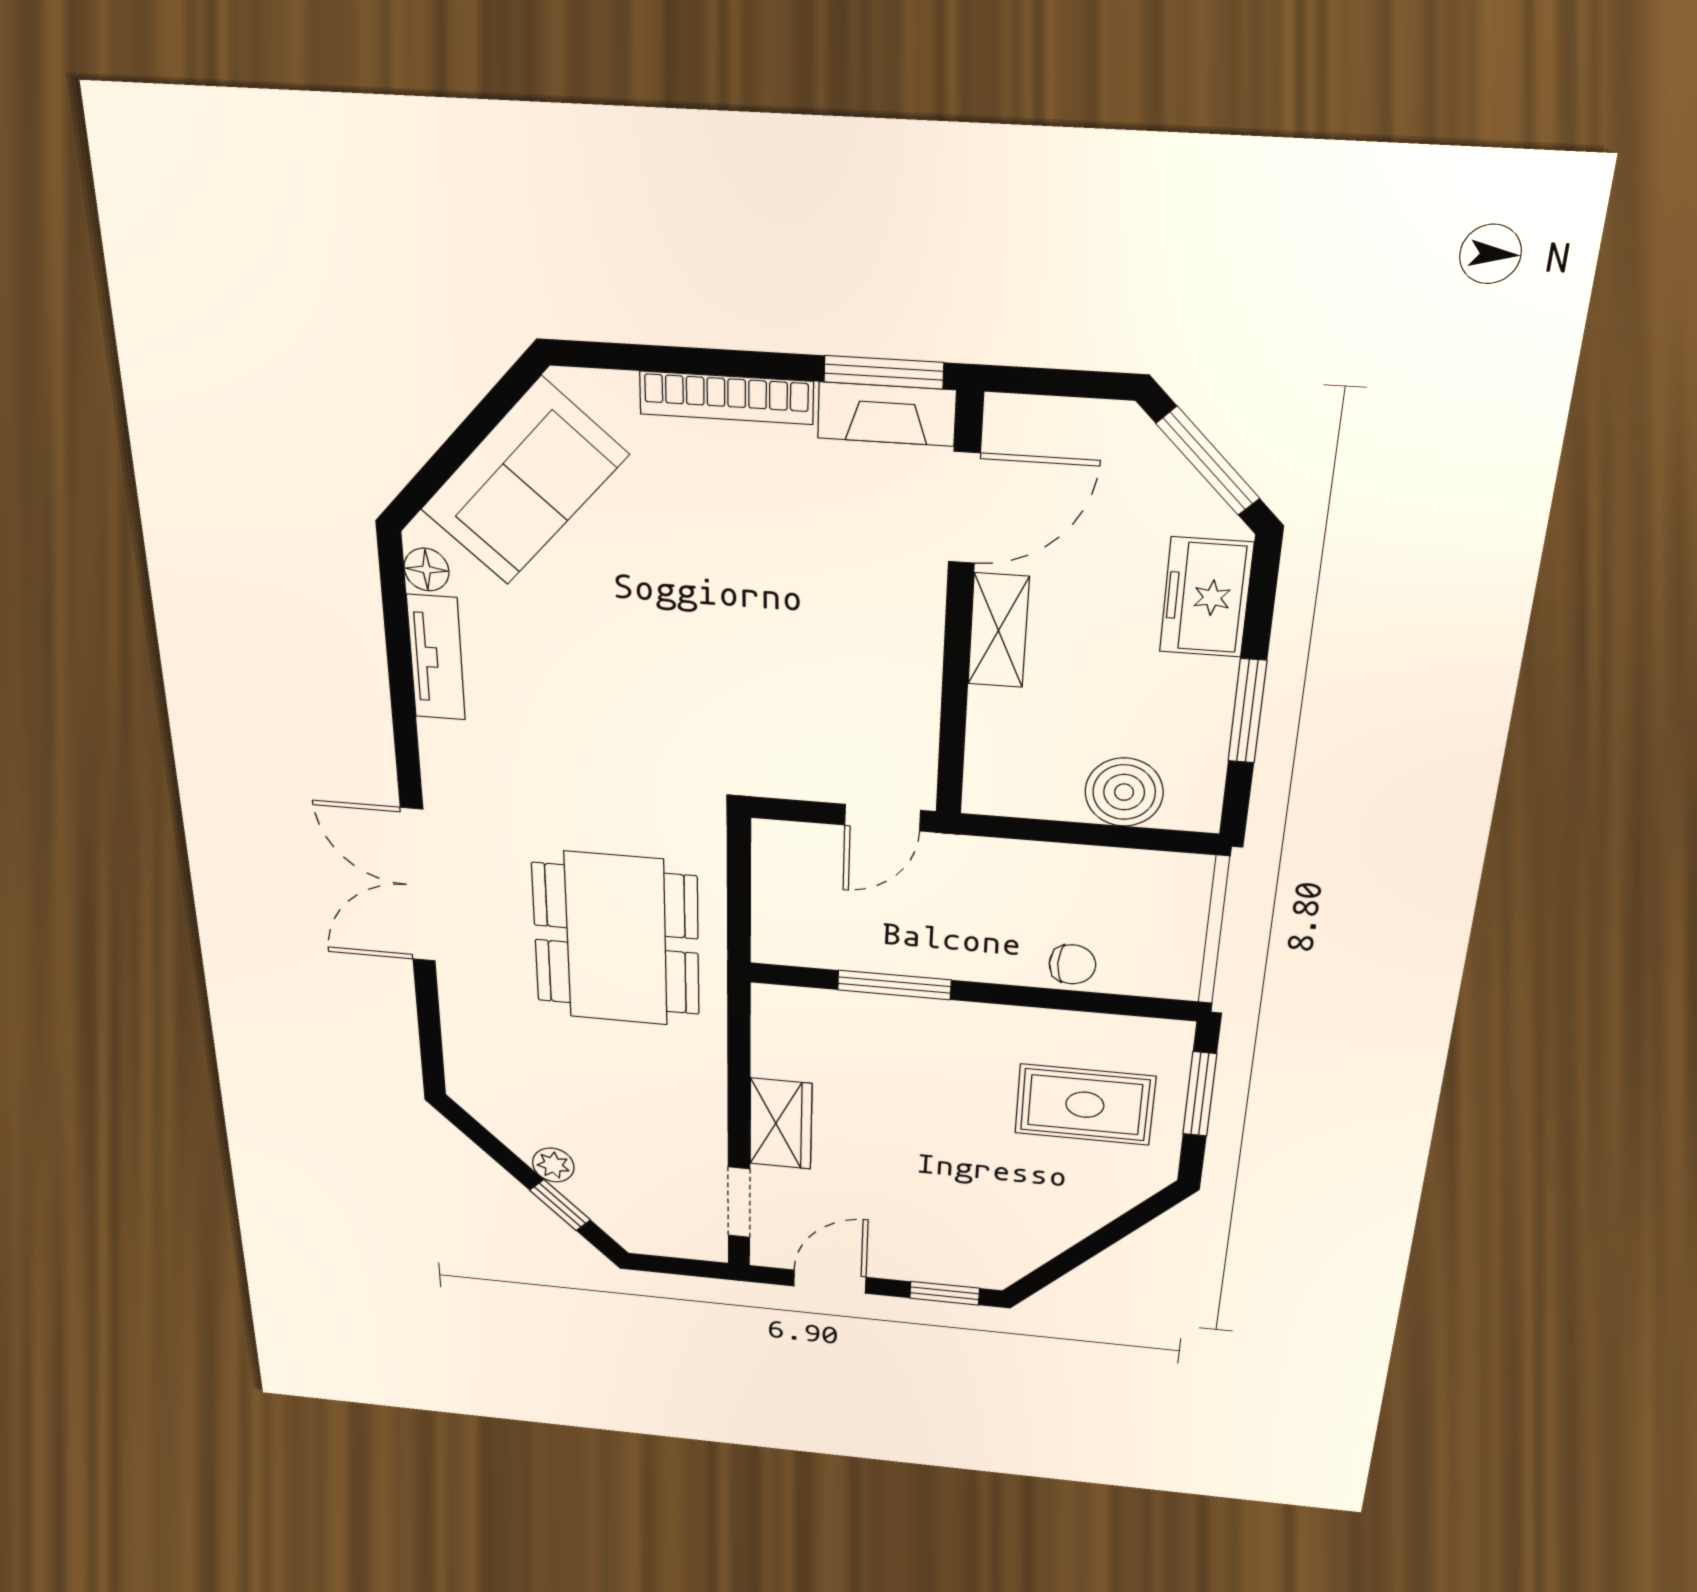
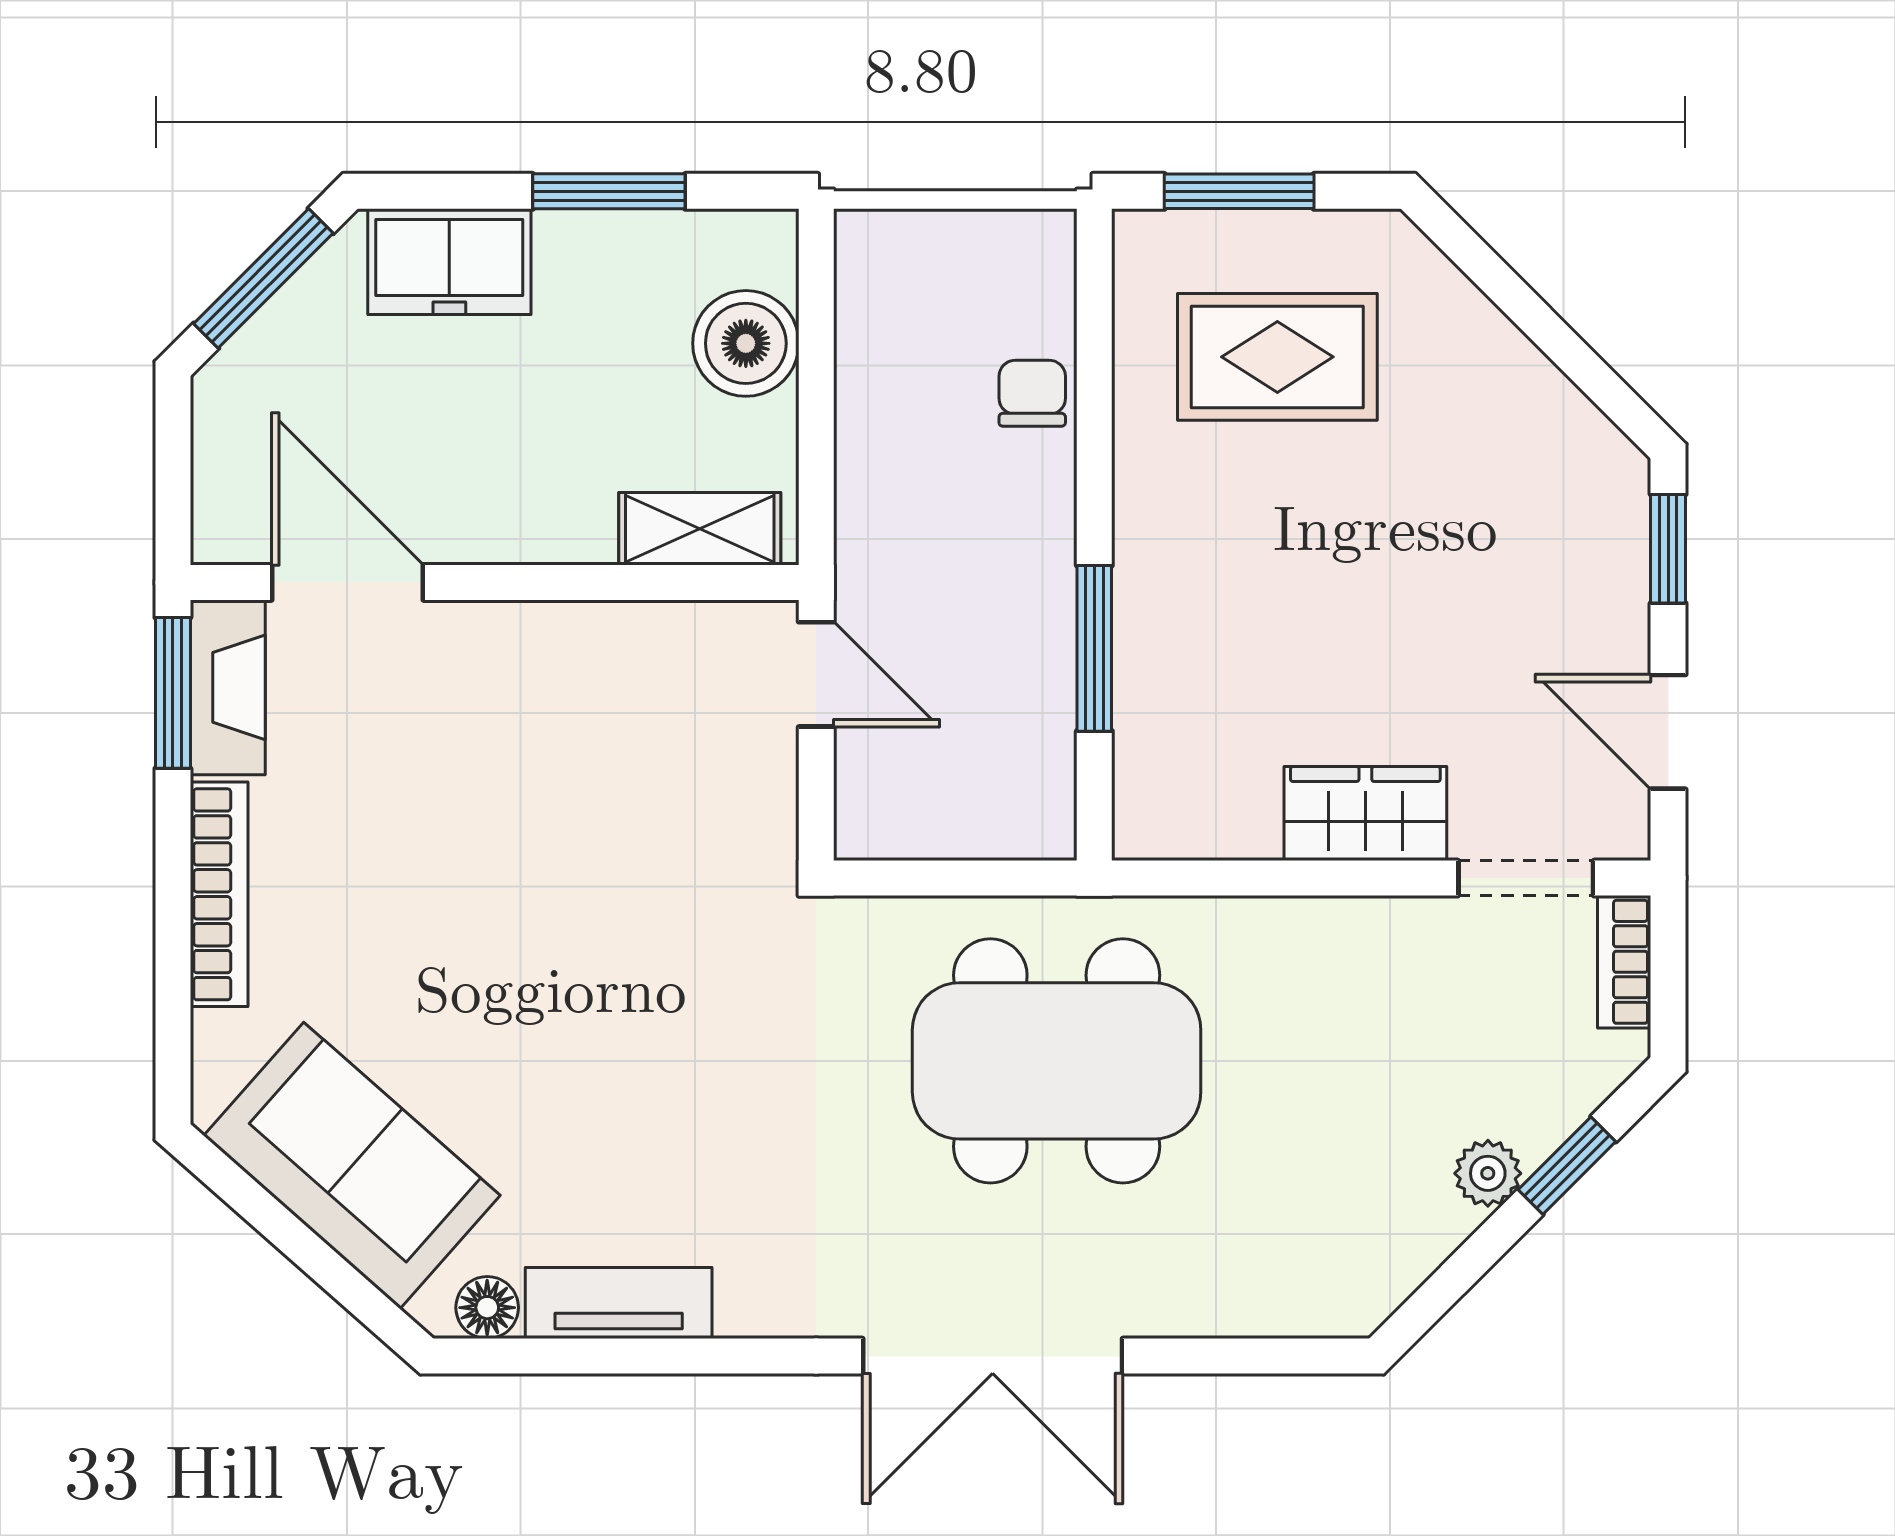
shelving: (998, 630) -> (700, 529), moved
rug: (1085, 1105) -> (1277, 357), turned 90
bookcase: (687, 1246) -> (1624, 962), added

